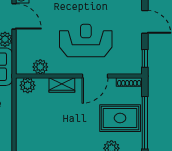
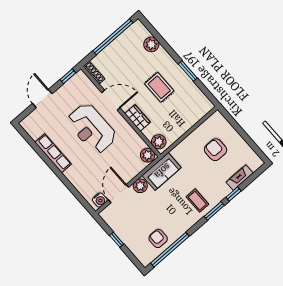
plant: (40, 67) -> (148, 155), moved
rug: (120, 118) -> (159, 87), moved, width x0.73, depth x0.70

